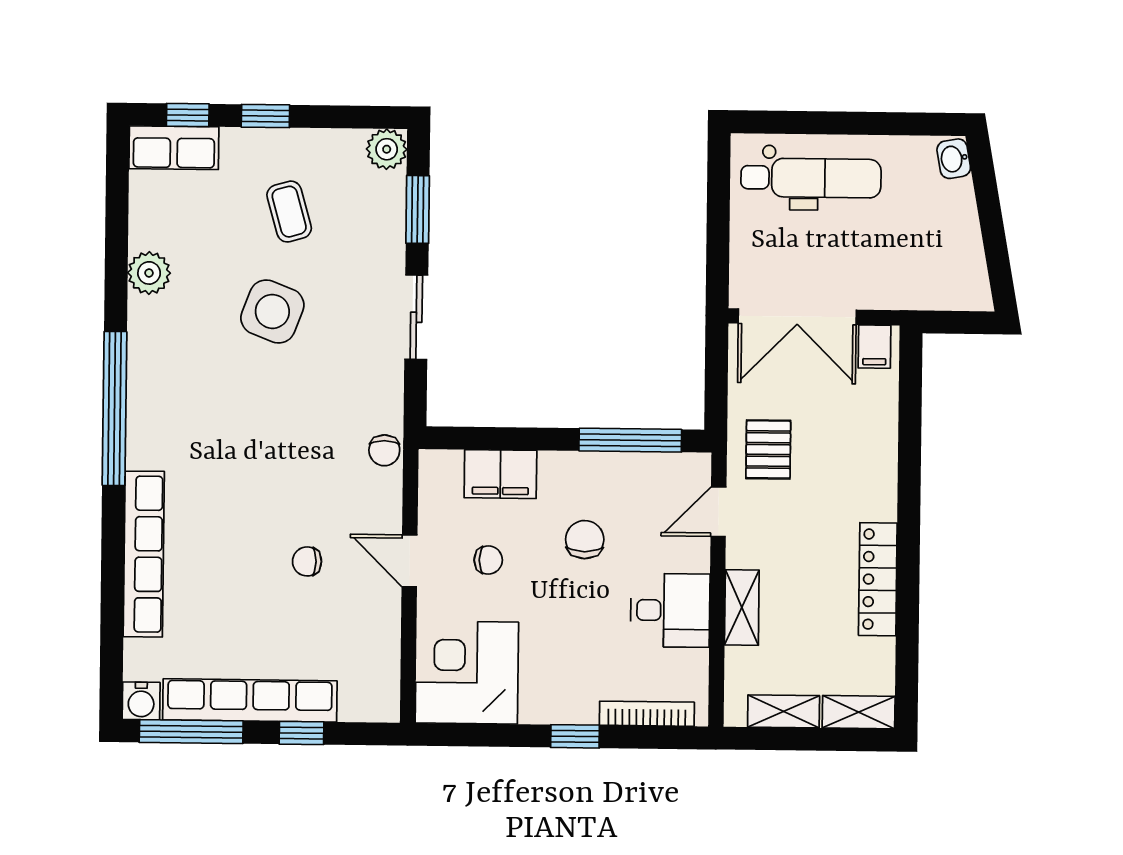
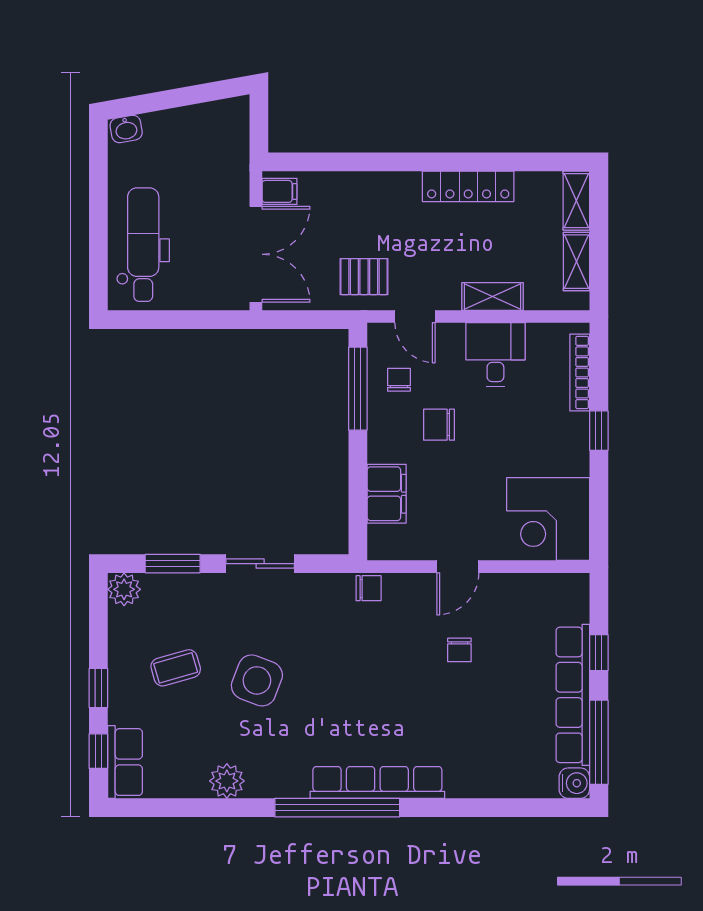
row of seats: (144, 554) -> (377, 782), moved
chair: (488, 560) -> (399, 380), moved

